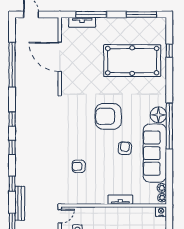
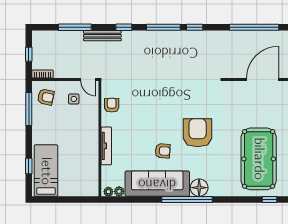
window: (12, 148) -> (163, 27), width x2.17
armchair: (79, 166) -> (112, 105), moved
tv unit: (120, 200) -> (106, 146), width x1.41
nightstand: (161, 212) -> (93, 191), removed

